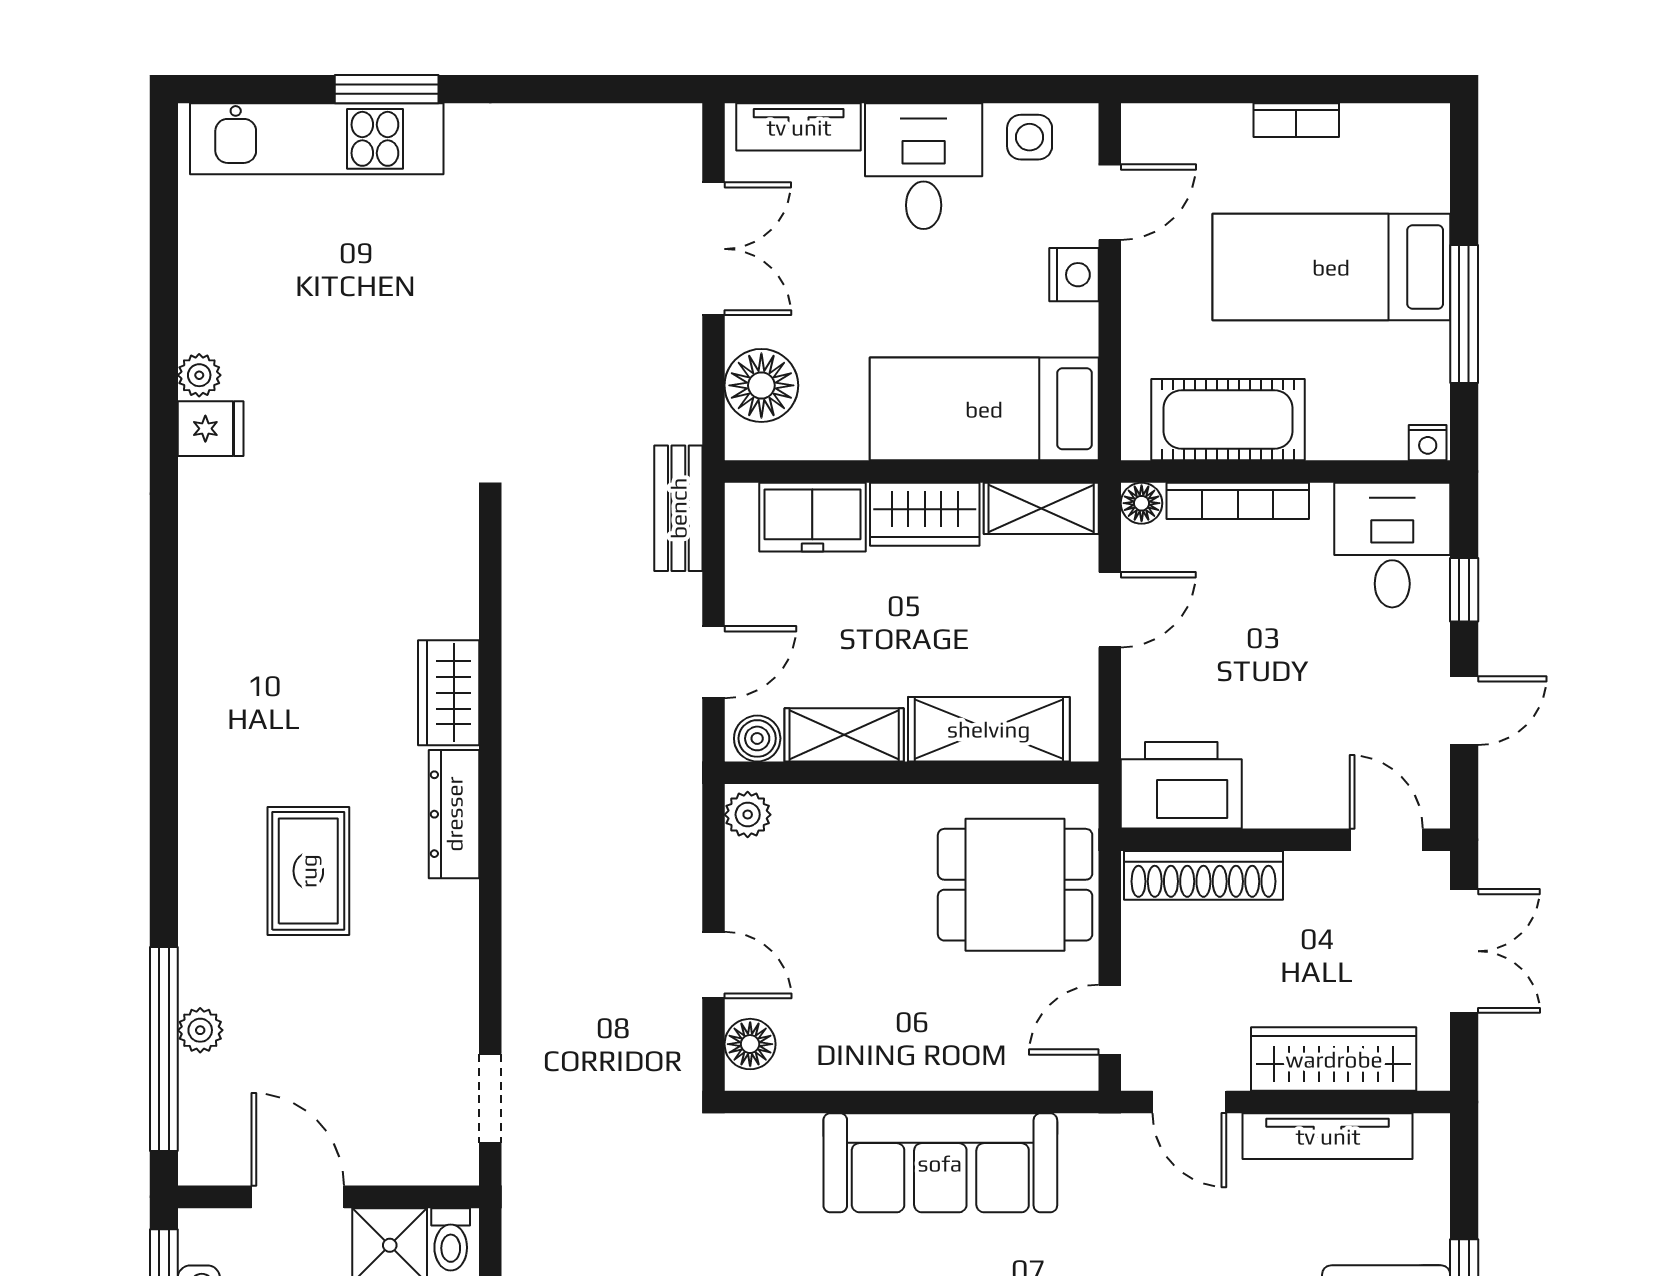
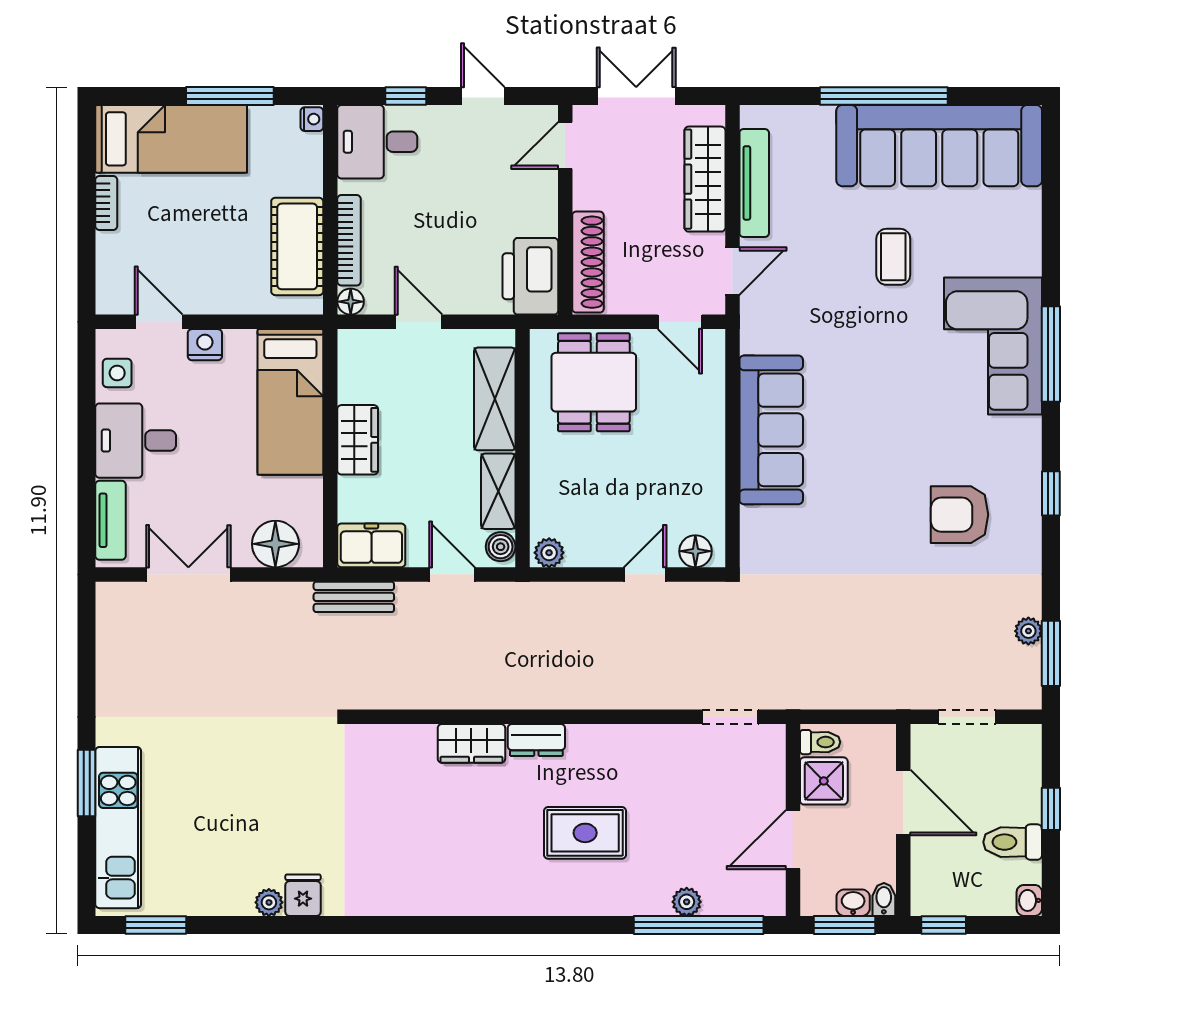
window: (164, 198) -> (156, 925), added
bed: (1331, 267) -> (171, 139), moved, turned -90
shelving: (1041, 508) -> (354, 366), removed
freezer: (812, 517) -> (371, 545), moved, turned -90
dresser: (454, 814) -> (536, 740), width x0.70

